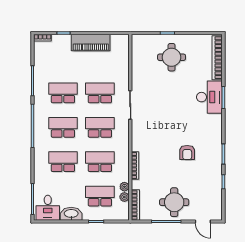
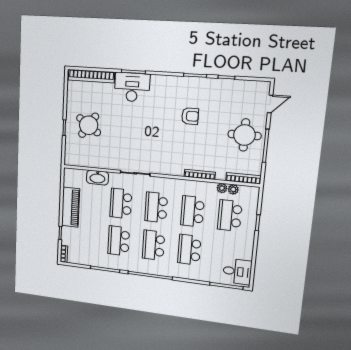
round table: (172, 57) -> (89, 125), turned 35
washbasin: (71, 214) -> (97, 178), moved, turned -90

